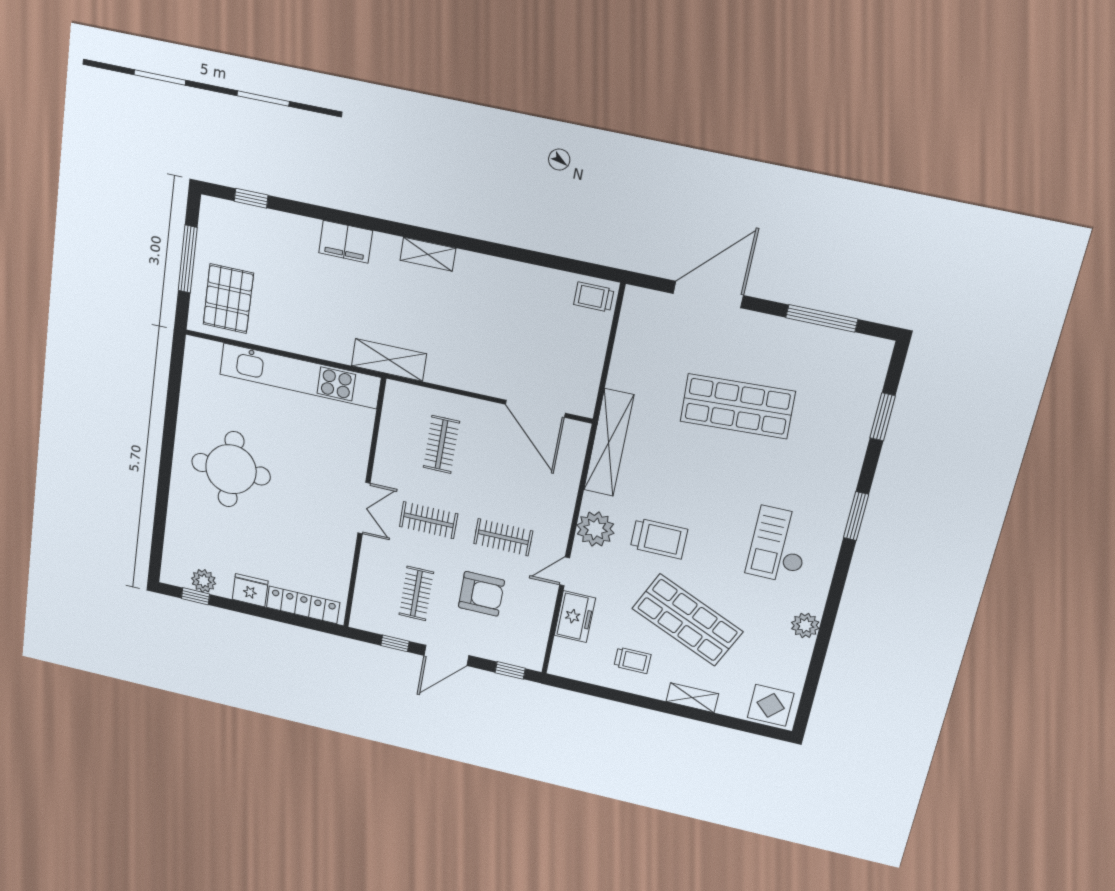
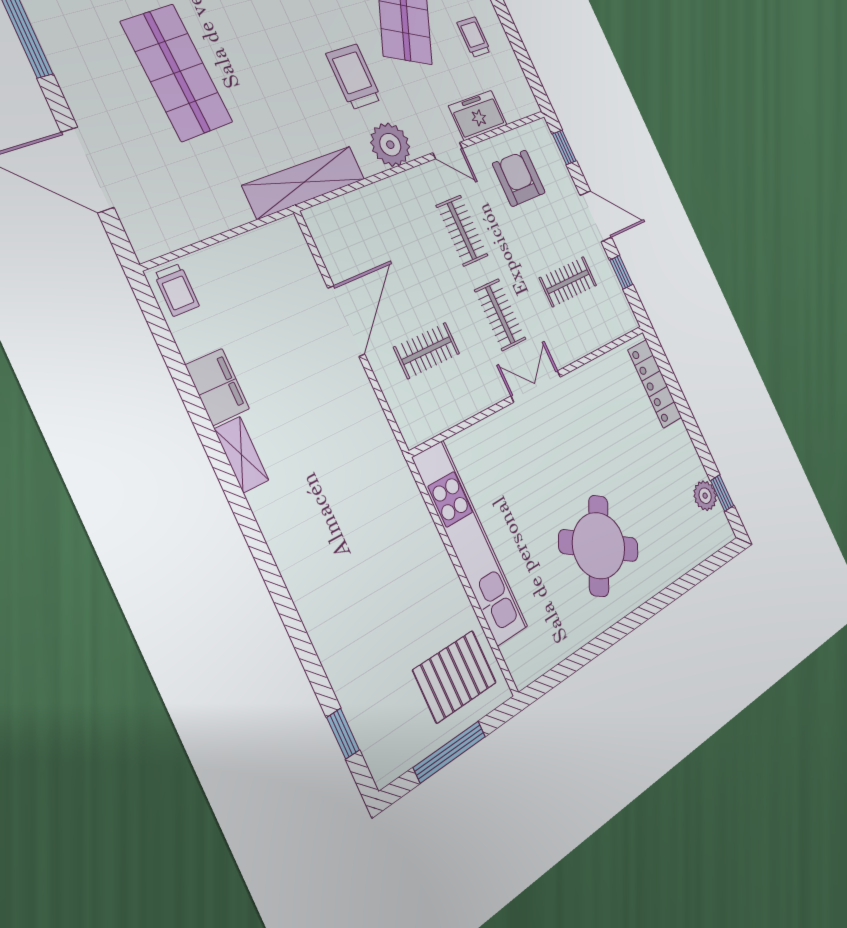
filing cabinet: (346, 242) -> (217, 387), moved
shelving: (428, 254) -> (242, 455), moved
shelving: (389, 360) -> (390, 462), removed
door: (535, 409) -> (346, 321), moved
round table: (231, 469) -> (599, 546), turned 31
fridge: (250, 590) -> (680, 444), removed
armchair: (481, 594) -> (519, 178), moved

